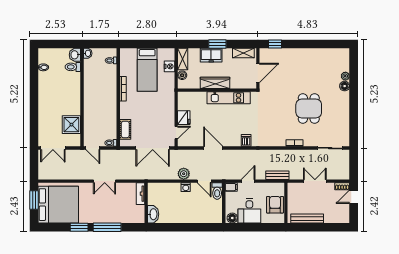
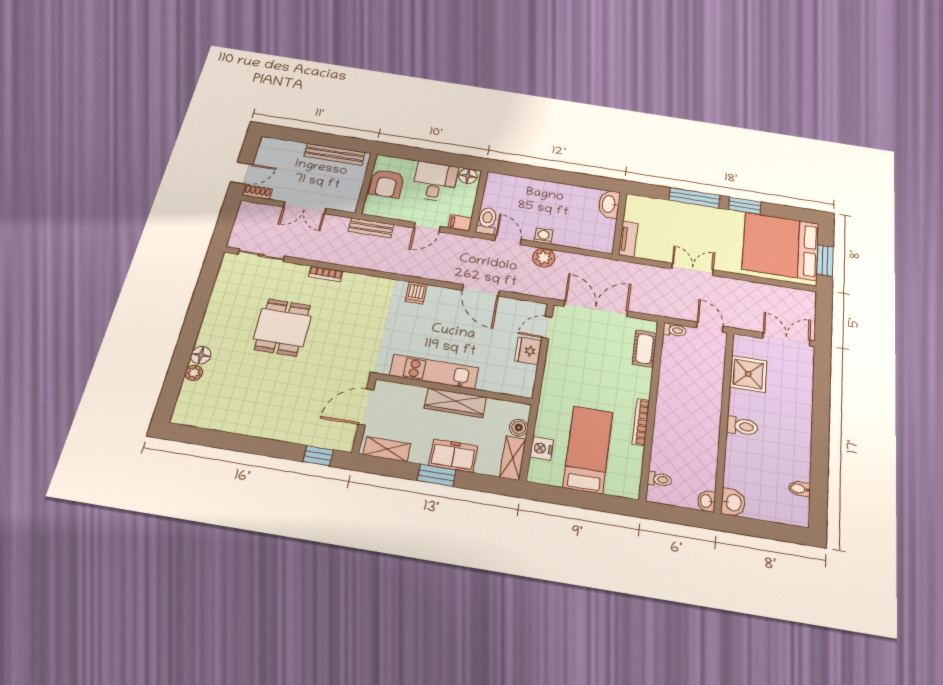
toilet: (73, 67) -> (742, 426), moved

